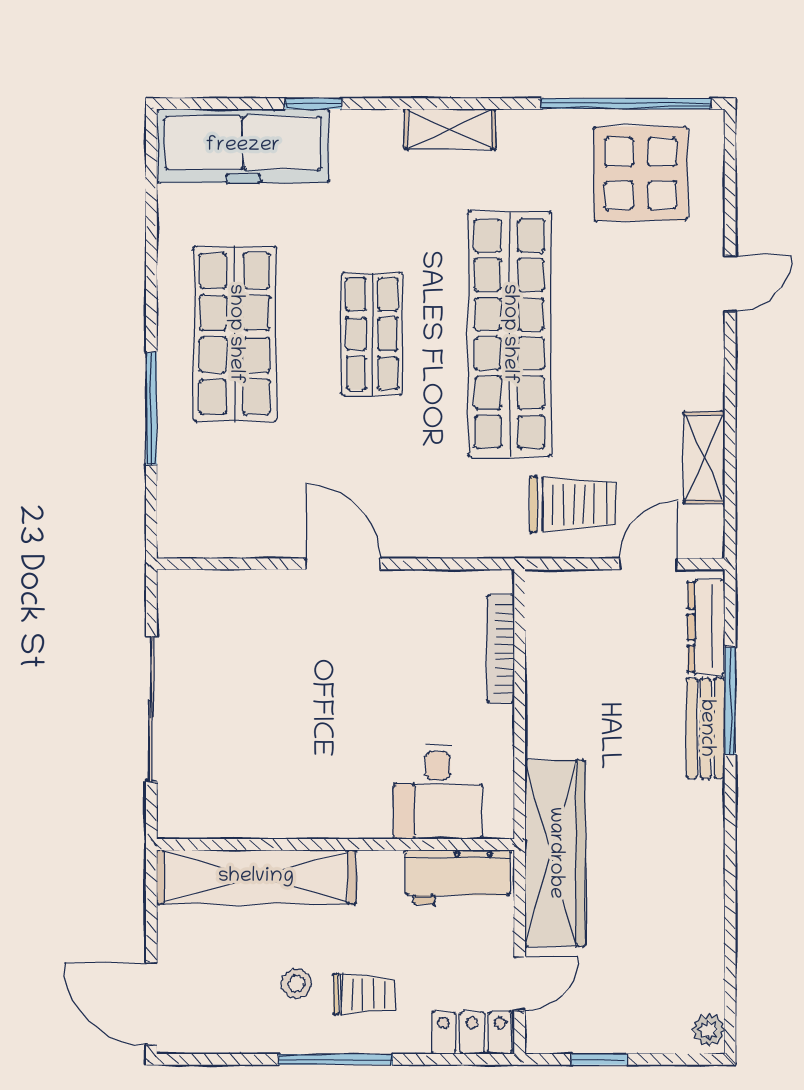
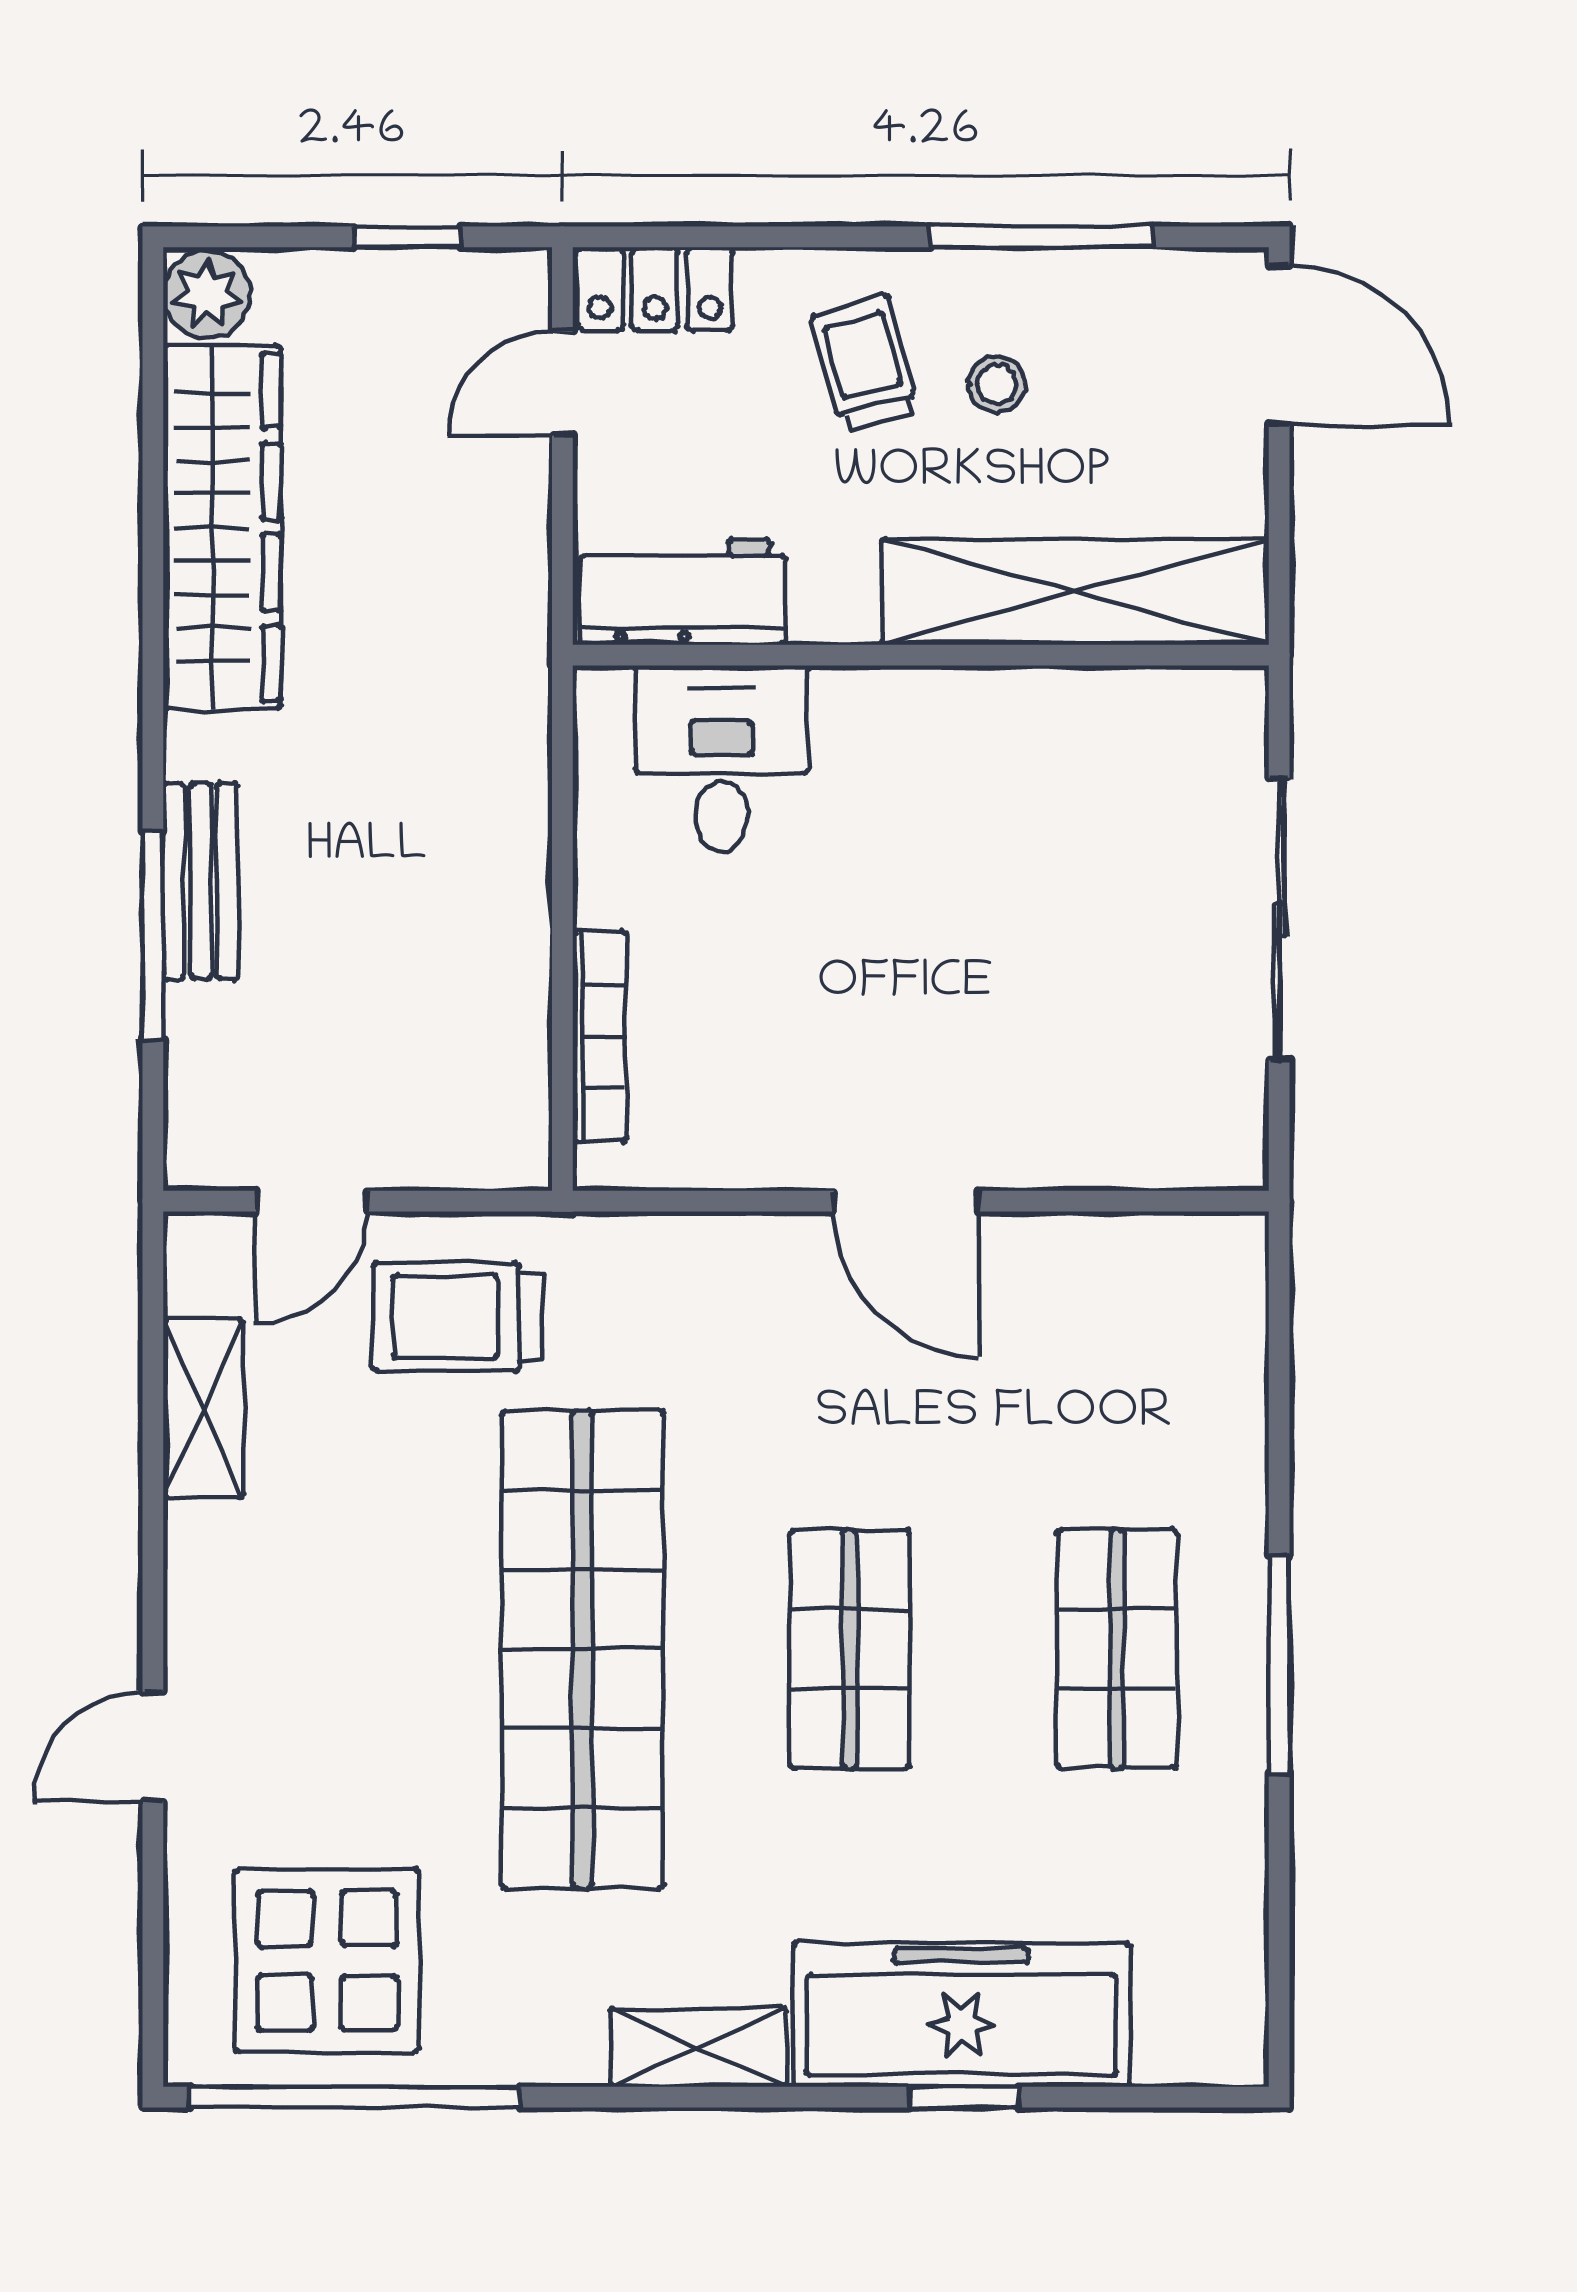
freezer: (243, 146) -> (961, 2015), moved
shop shelf: (235, 334) -> (1117, 1649), width x0.70, depth x0.74
window: (151, 408) -> (1279, 1664), moved
dresser: (706, 627) -> (199, 1078), removed
wardrobe: (555, 853) -> (222, 527), moved, turned 180
trolley: (364, 994) -> (865, 364), turned 75
plant: (708, 1030) -> (207, 295), width x1.38, depth x1.38
window: (335, 1059) -> (1042, 237), moved

